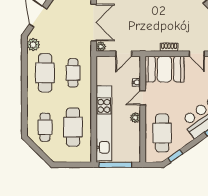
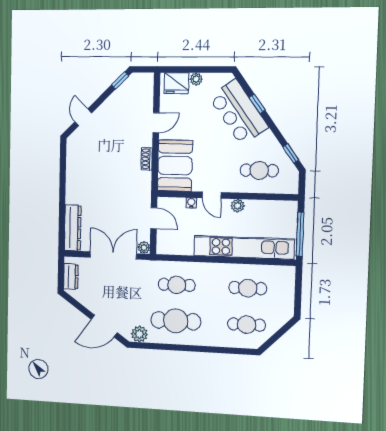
cafe table: (73, 127) -> (248, 288), width x0.73, depth x0.74
cafe table: (162, 133) -> (259, 170), width x0.73, depth x0.74

